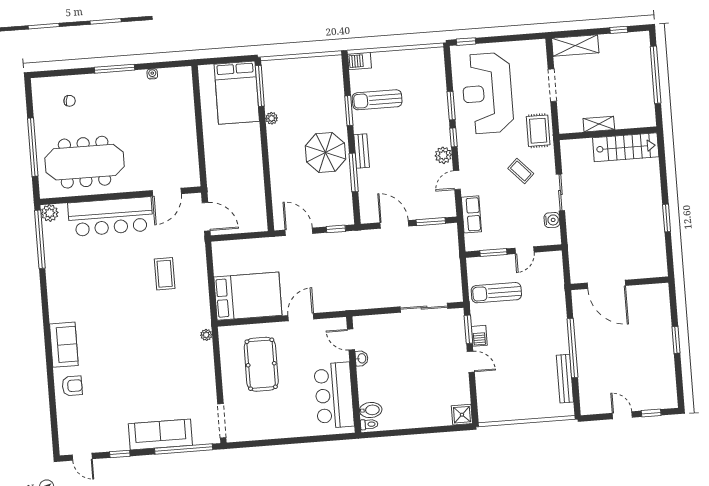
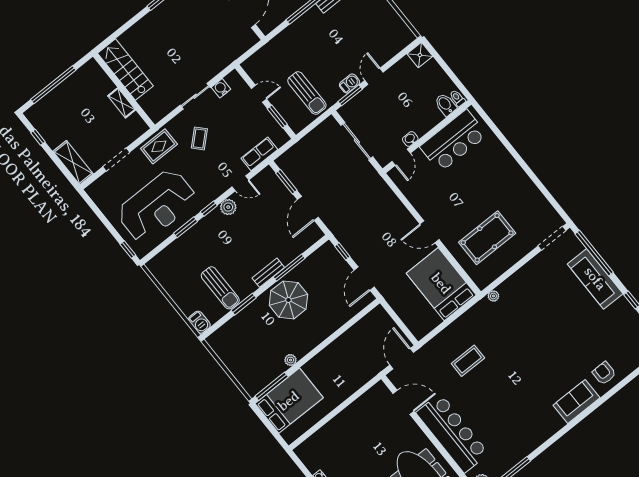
door: (351, 339) -> (401, 157), moved
washbasin: (362, 358) -> (410, 139), moved
wall: (354, 375) -> (427, 137), moved
bar counter: (334, 395) -> (453, 141), moved
bidet: (371, 410) -> (446, 105), moved
toilet: (369, 424) -> (457, 98), moved

